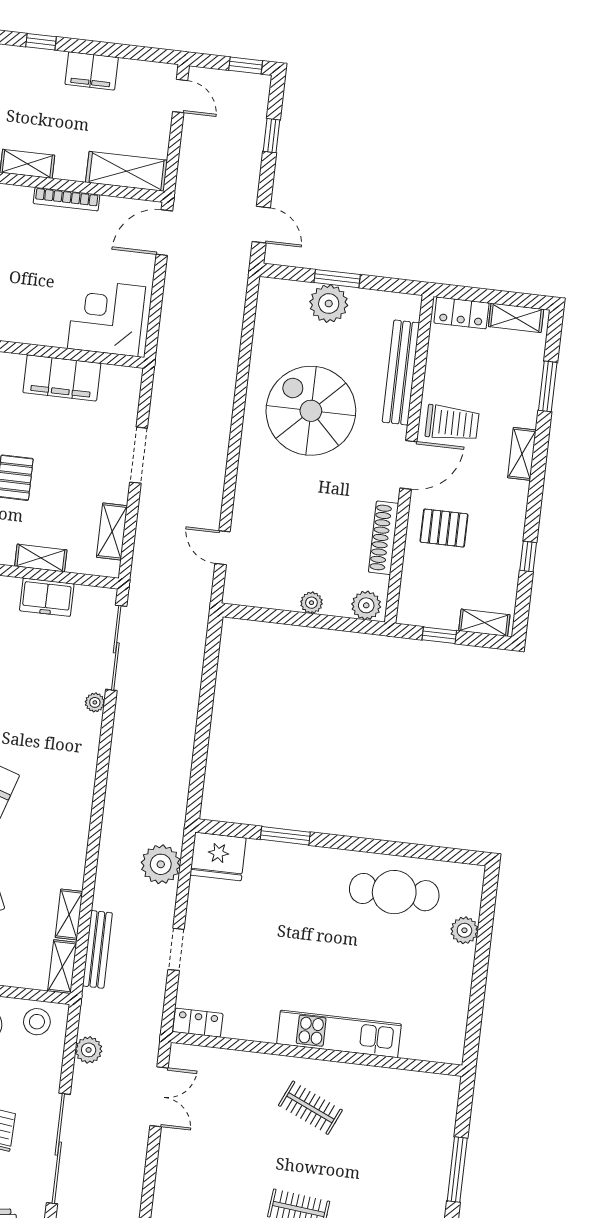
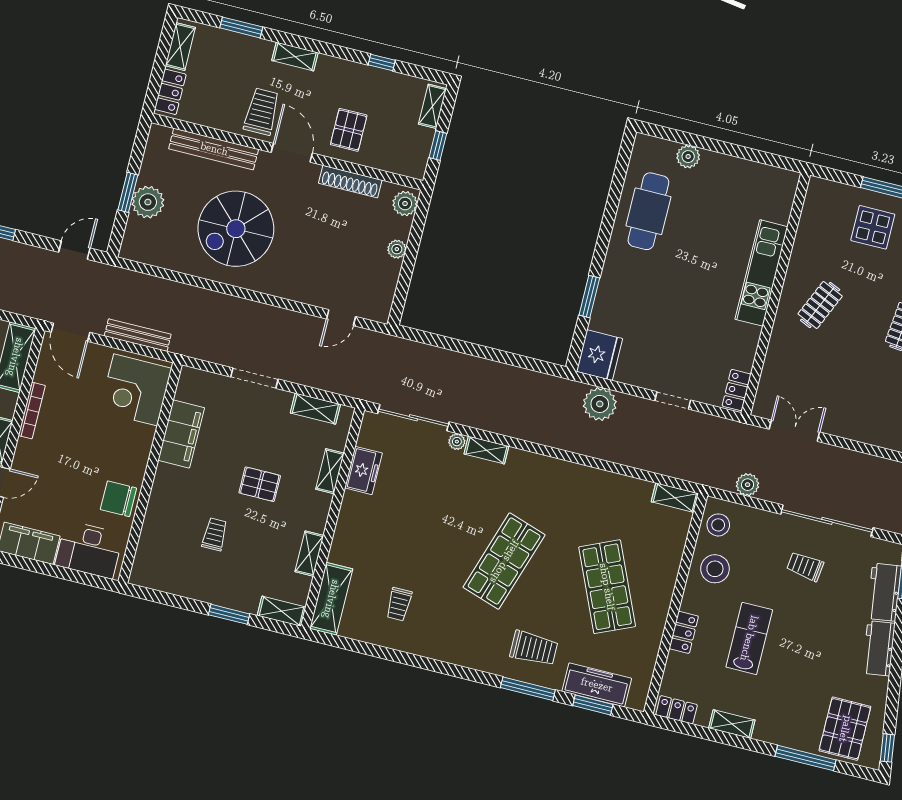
shelving: (69, 914) -> (486, 450), moved
bench: (97, 949) -> (138, 335), moved
display table: (410, 1158) -> (873, 227), added

